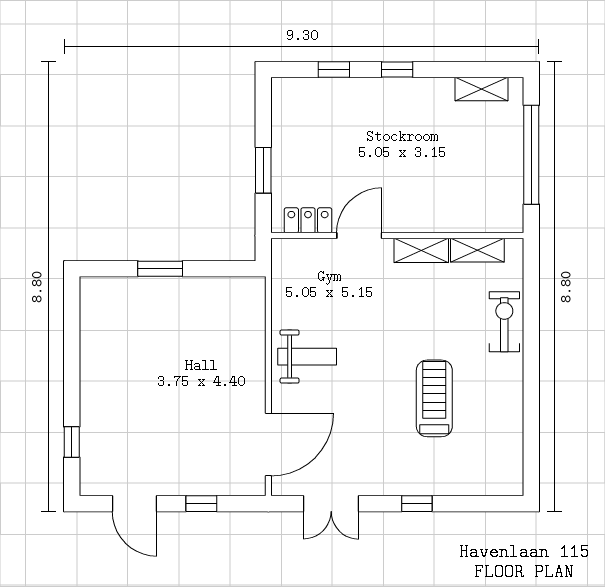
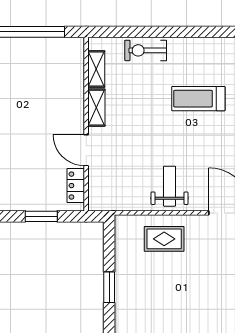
rug: (230, 349) -> (164, 239), added

